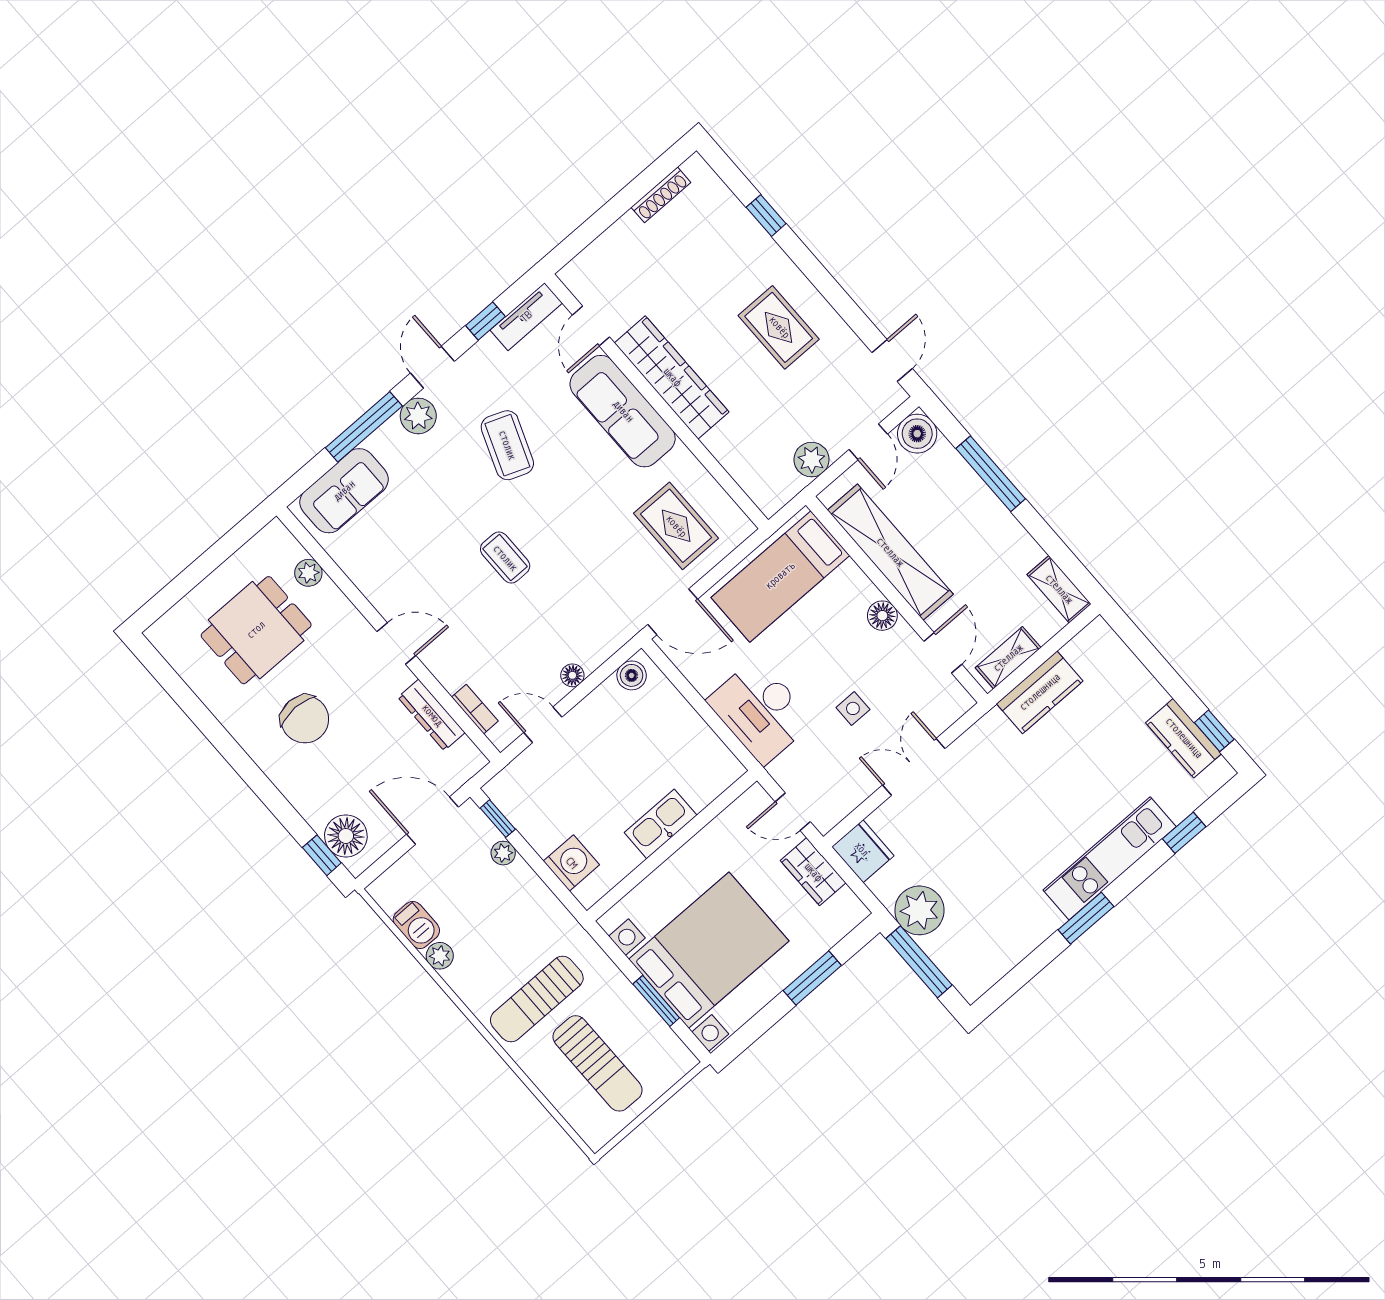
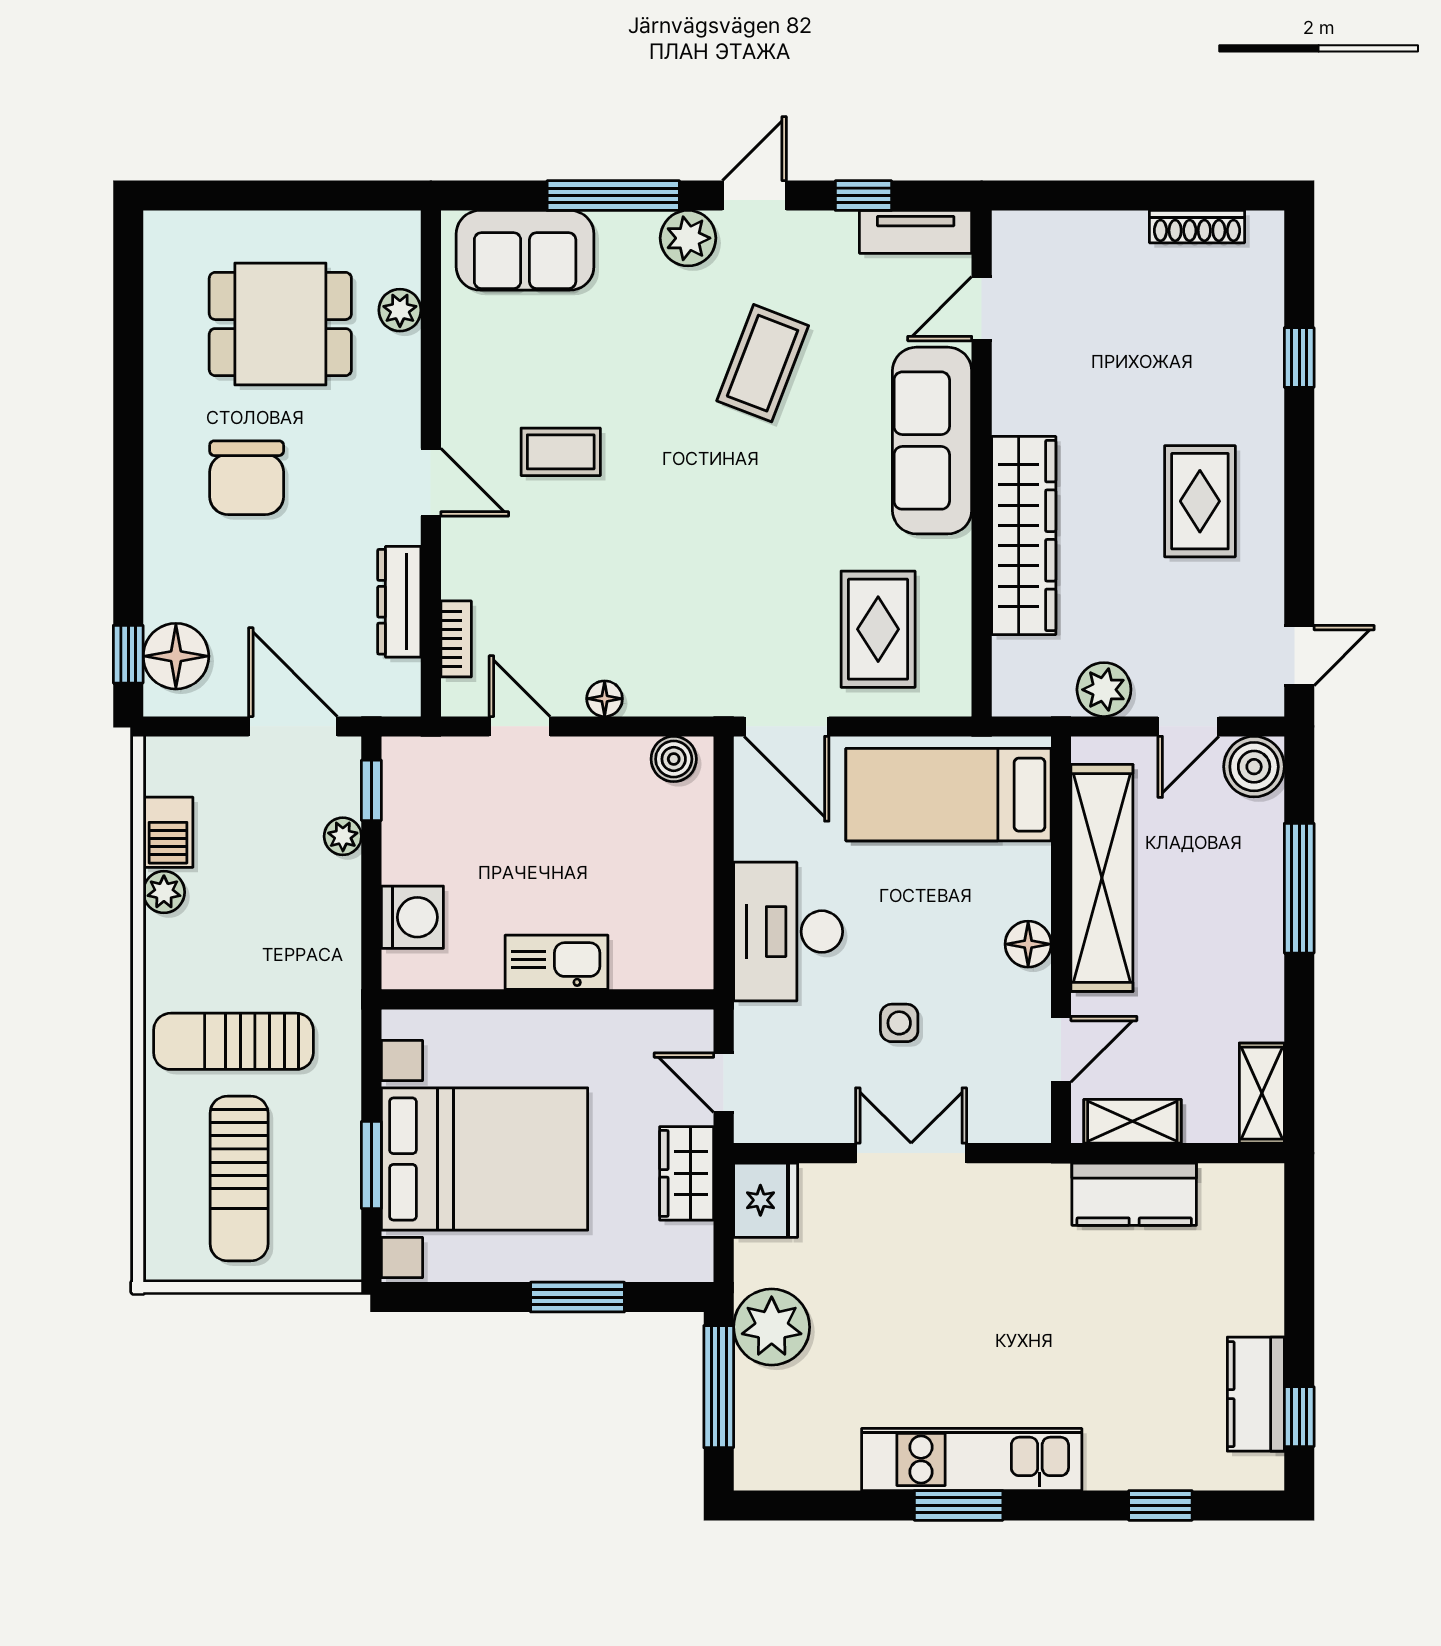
wardrobe: (672, 377) -> (1024, 536), moved
coffee table: (505, 558) -> (561, 452), moved, turned 90
kitchen unit: (1110, 858) -> (972, 1460), moved

